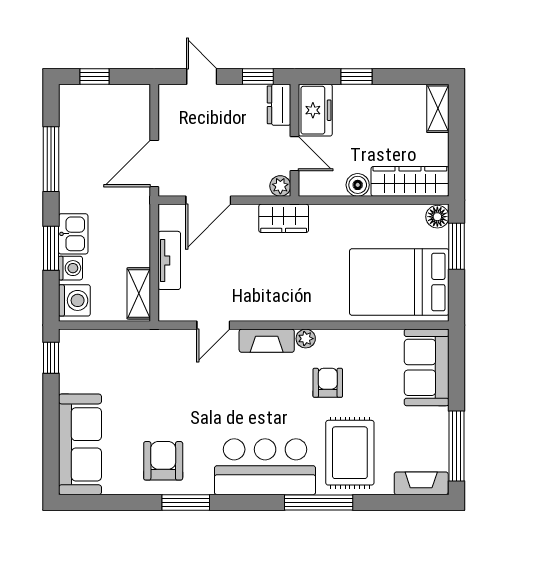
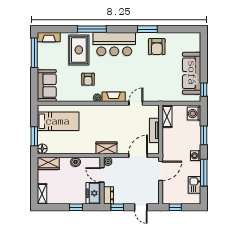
window: (95, 76) -> (175, 207), moved
wardrobe: (410, 181) -> (48, 163), width x0.67
kitchen sink: (73, 234) -> (194, 185), moved
washing machine: (71, 268) -> (196, 156), moved
bed: (399, 282) -> (58, 121), width x0.67
sofa: (80, 444) -> (192, 73), moved

